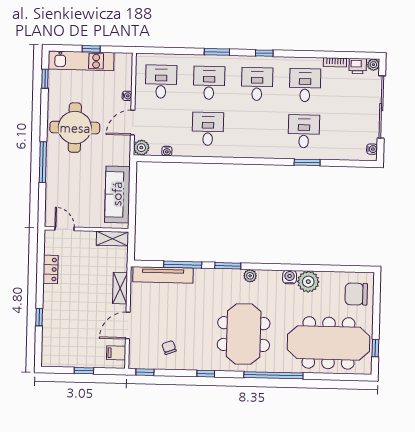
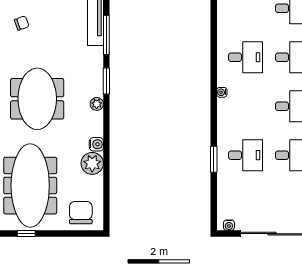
water cooler: (167, 151) -> (222, 92), moved
meeting table: (244, 334) -> (37, 99), turned 90

